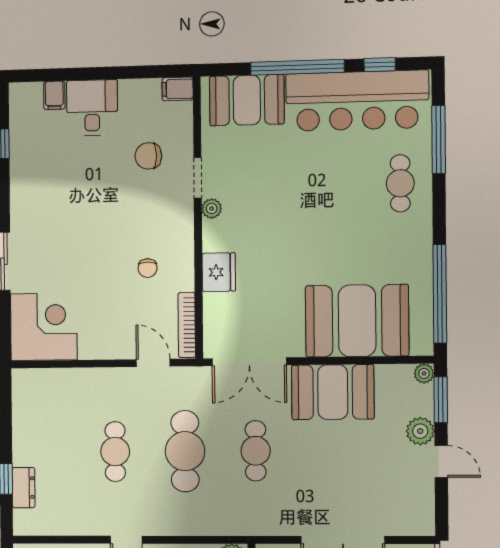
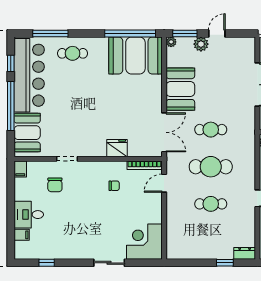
plant: (212, 209) -> (83, 152), removed
booth: (357, 321) -> (135, 55), moved, turned 90
dresser: (24, 488) -> (245, 253), moved

